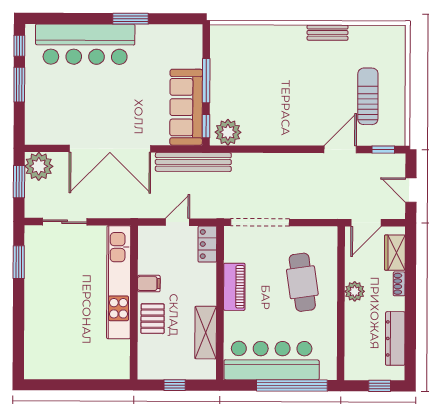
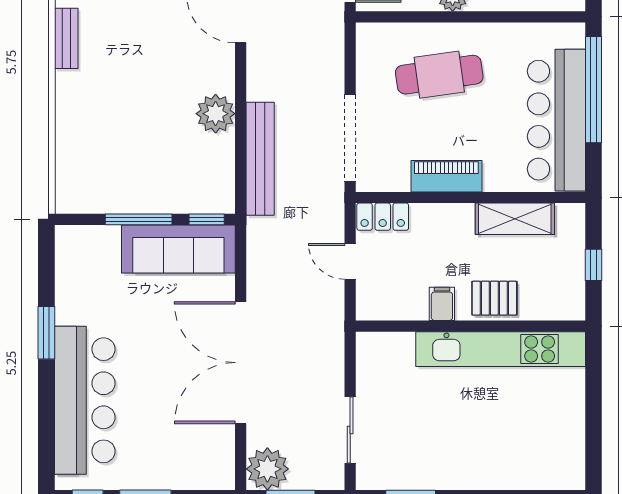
plant: (228, 132) -> (216, 114), moved
double door: (110, 149) -> (241, 363), swing flipped
bench: (193, 162) -> (260, 159), moved
kitchen unit: (119, 282) -> (501, 349), moved

